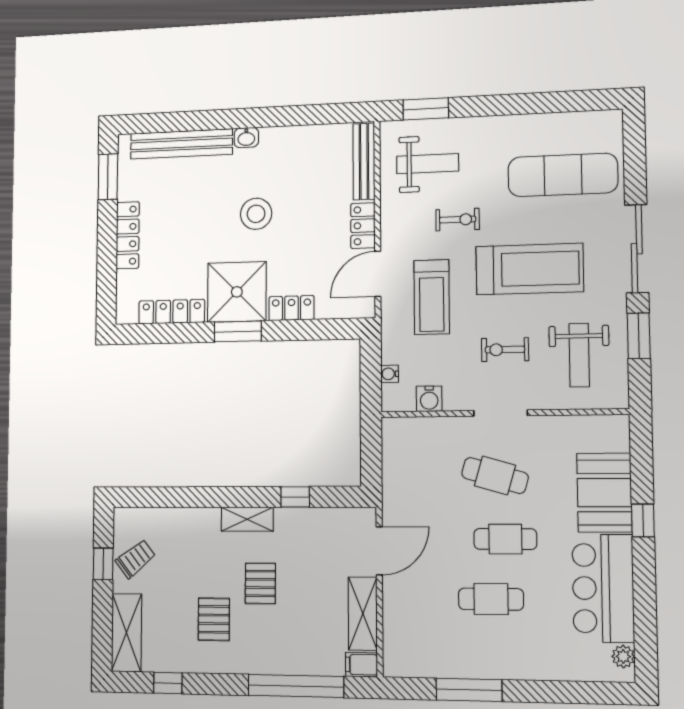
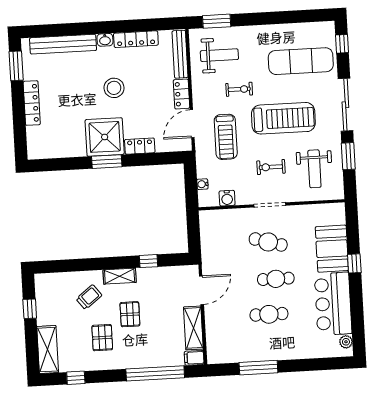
window: (634, 147) -> (342, 44), added
locker: (172, 312) -> (136, 39), moved, turned 180
trolley: (135, 559) -> (89, 297), moved

